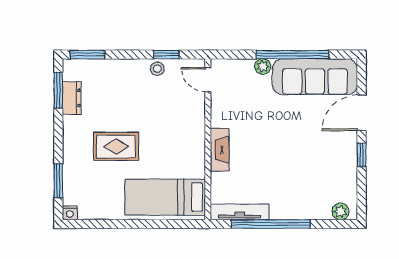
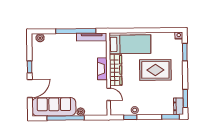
door: (208, 80) -> (109, 94), moved
dresser: (72, 98) -> (179, 106), moved
rug: (116, 146) -> (155, 70), width x1.36, depth x1.43
wardrobe: (194, 147) -> (116, 70), added

